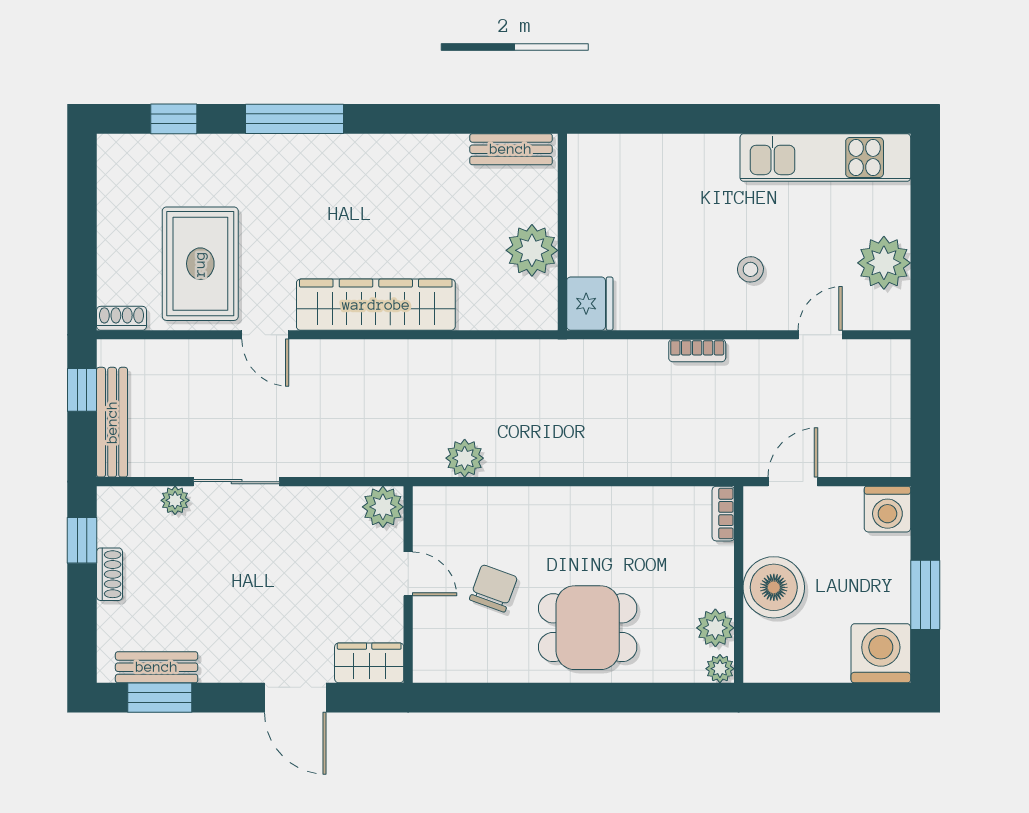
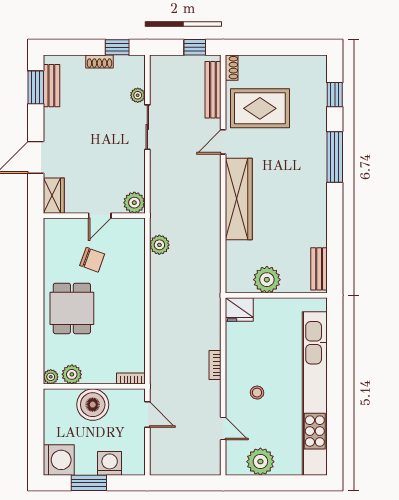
kitchen unit: (825, 158) -> (315, 393), width x1.86
bench: (112, 422) -> (213, 90), moved, turned 90
washing machine: (887, 509) -> (110, 463), moved, turned 90

